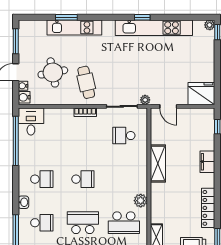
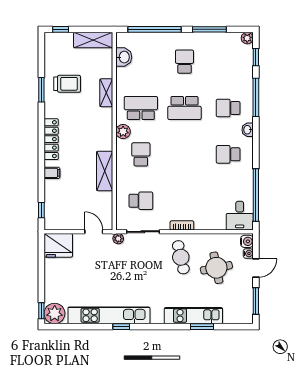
plant: (210, 25) -> (55, 313), width x1.88, depth x1.88
filing cabinet: (207, 162) -> (52, 173), width x0.50
school desk: (83, 179) -> (141, 154), moved, turned 90
locker: (208, 208) -> (51, 139), moved

